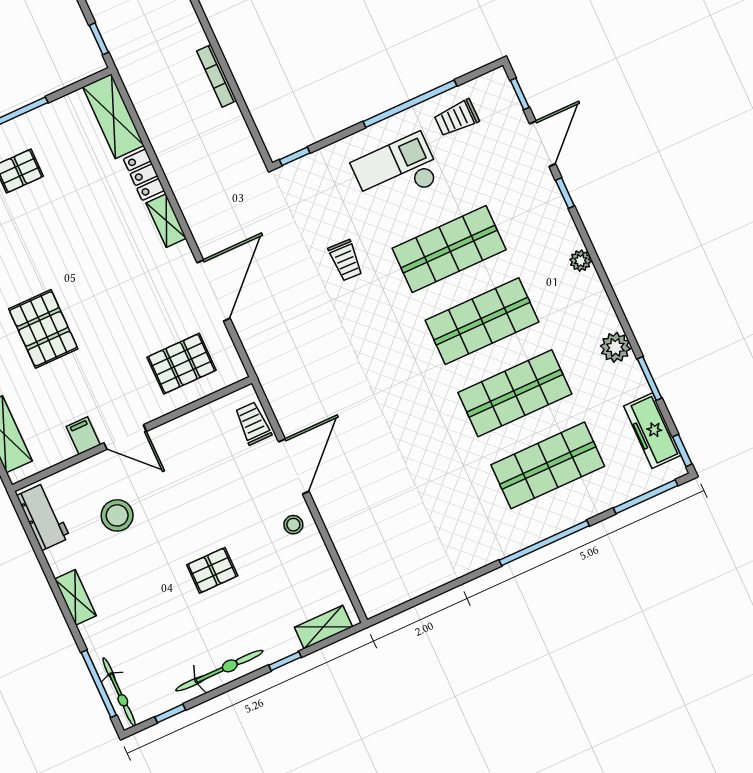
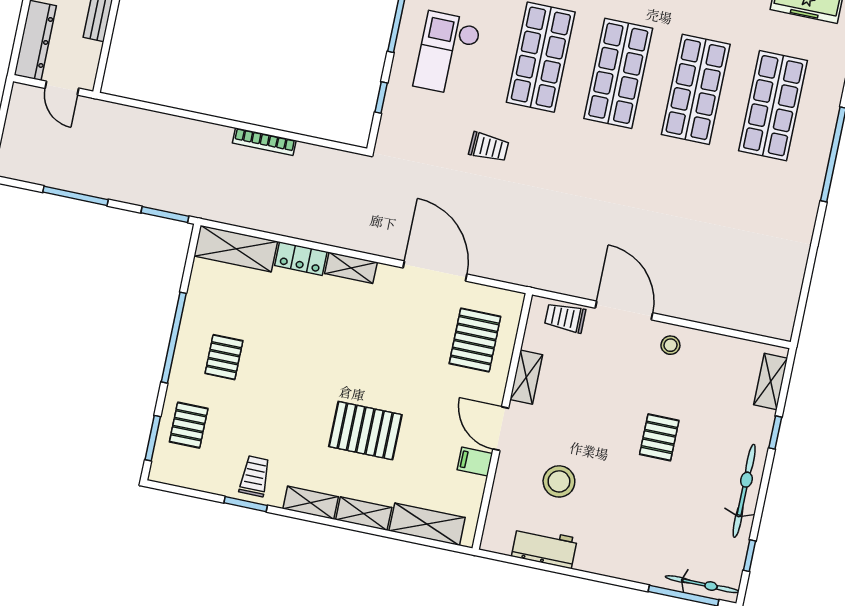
window: (99, 39) -> (165, 215), width x1.50
window: (295, 156) -> (381, 98), moved
door: (125, 437) -> (501, 429), swing flipped
workbench: (43, 517) -> (544, 547), moved
shelving: (75, 597) -> (526, 377), moved, turned 90

